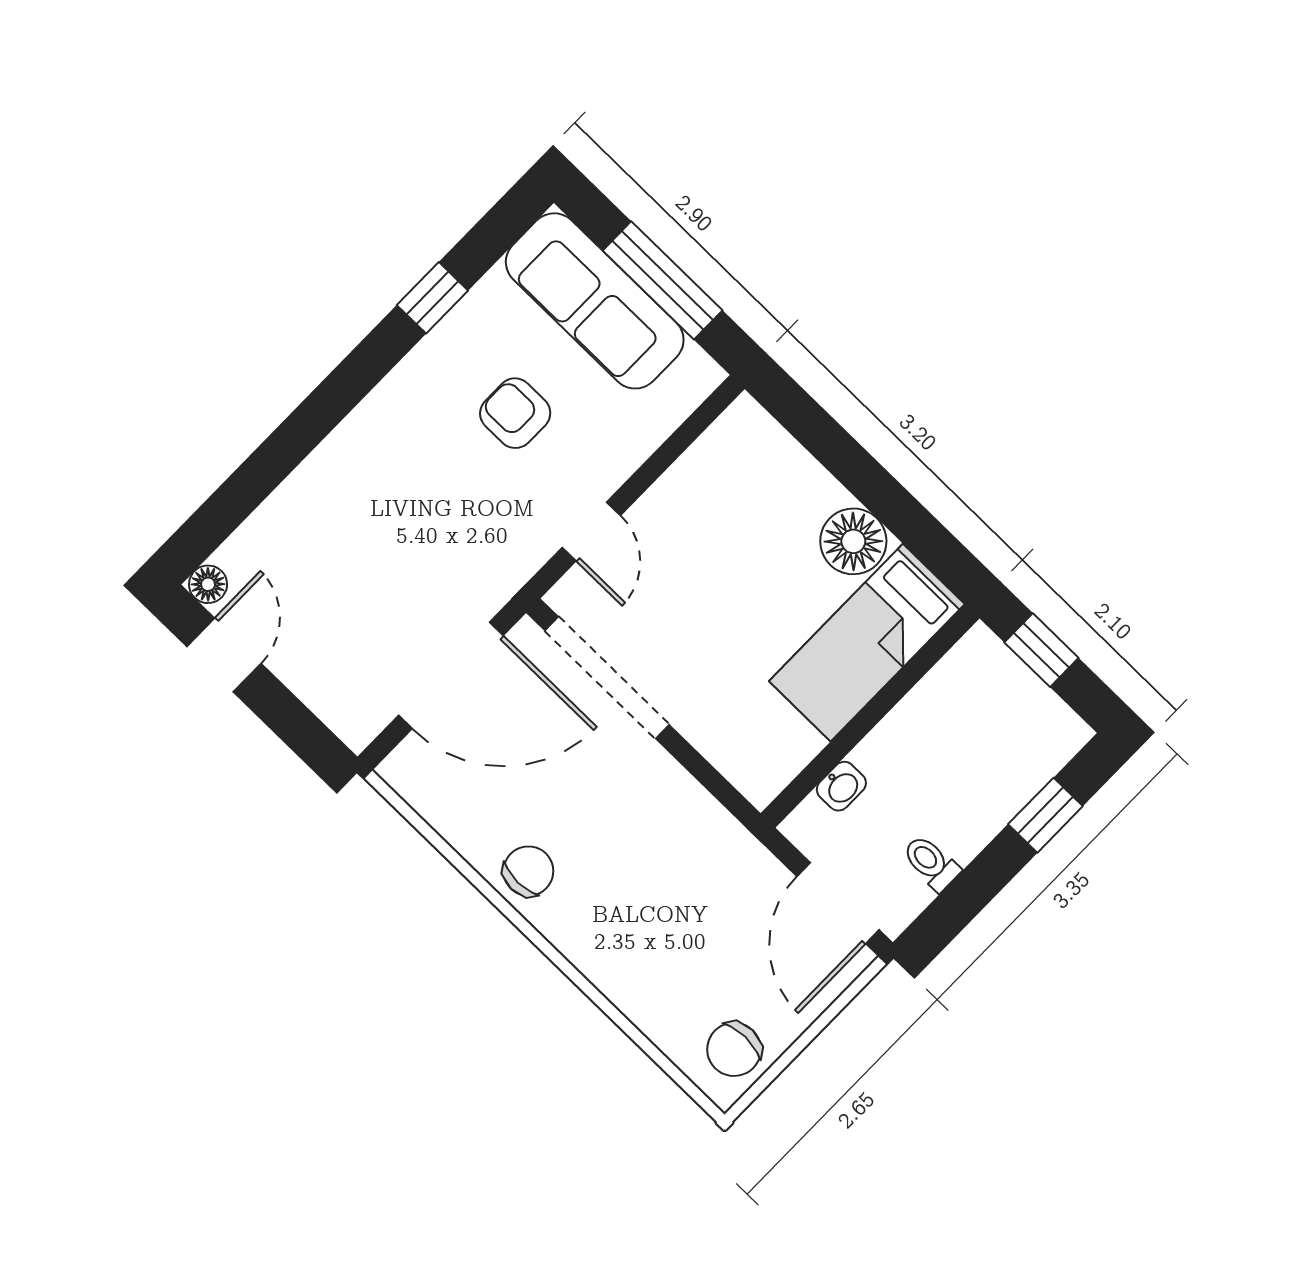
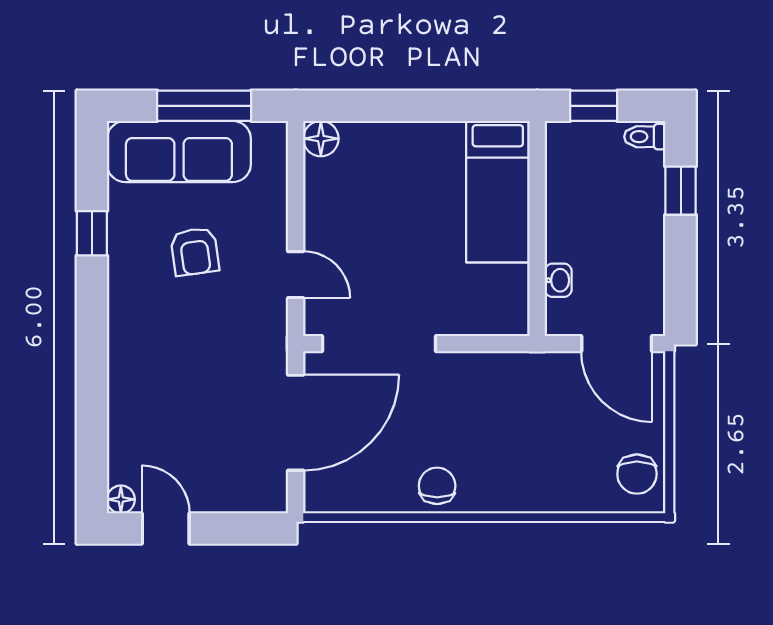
armchair: (515, 413) -> (195, 251), turned -98
floor lamp: (853, 541) -> (321, 139), moved, width x0.73, depth x0.73
toilet: (931, 863) -> (645, 137), moved

